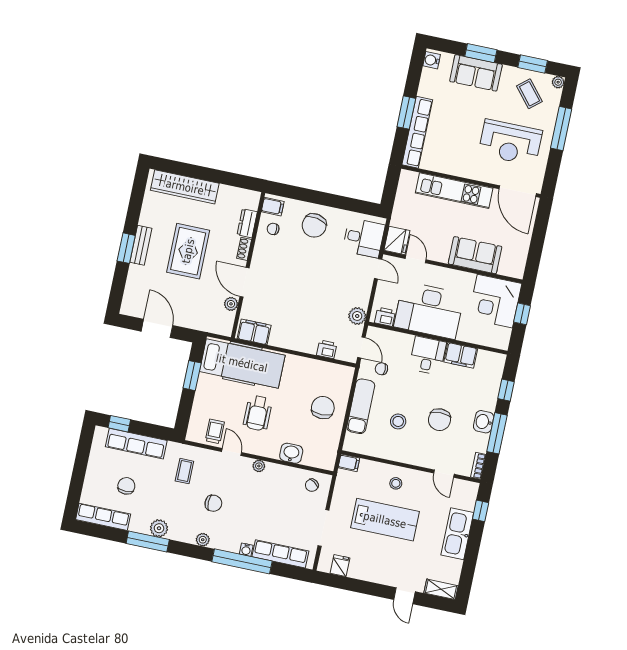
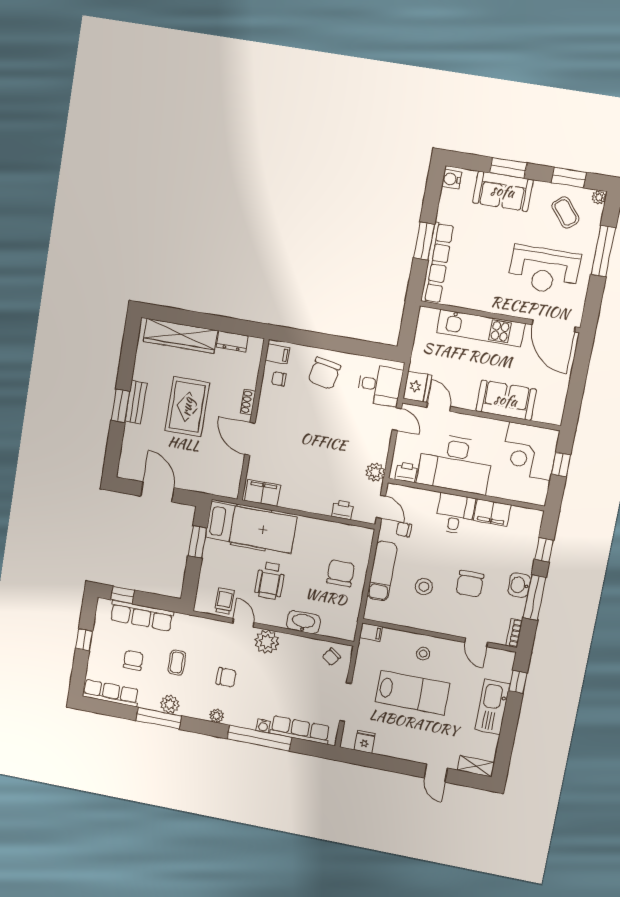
dresser: (247, 223) -> (232, 341), moved, turned -90
plant: (231, 304) -> (236, 463), removed
washbasin: (291, 453) -> (303, 622), width x1.38
window: (80, 466) -> (84, 640), added
plant: (259, 466) -> (267, 642), width x1.87, depth x1.87
coffee table: (184, 471) -> (177, 663), moved

